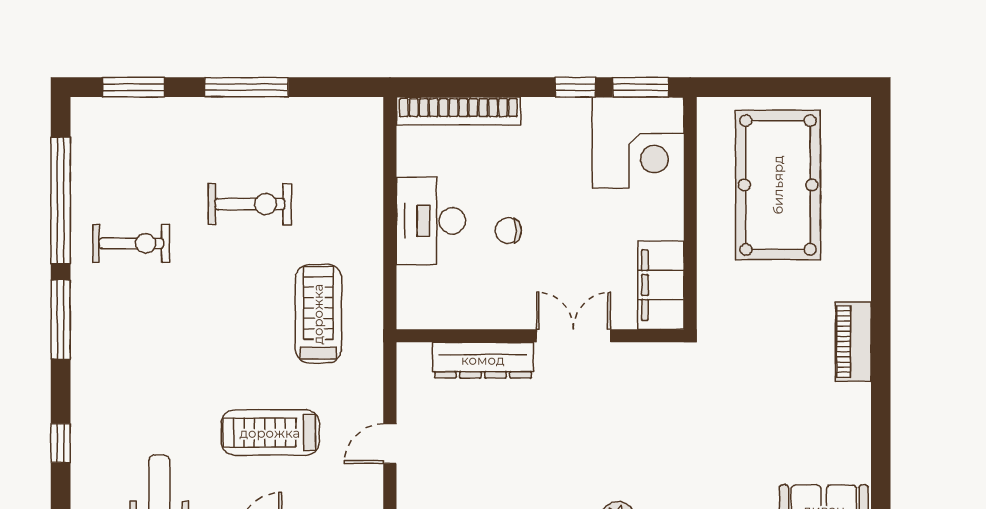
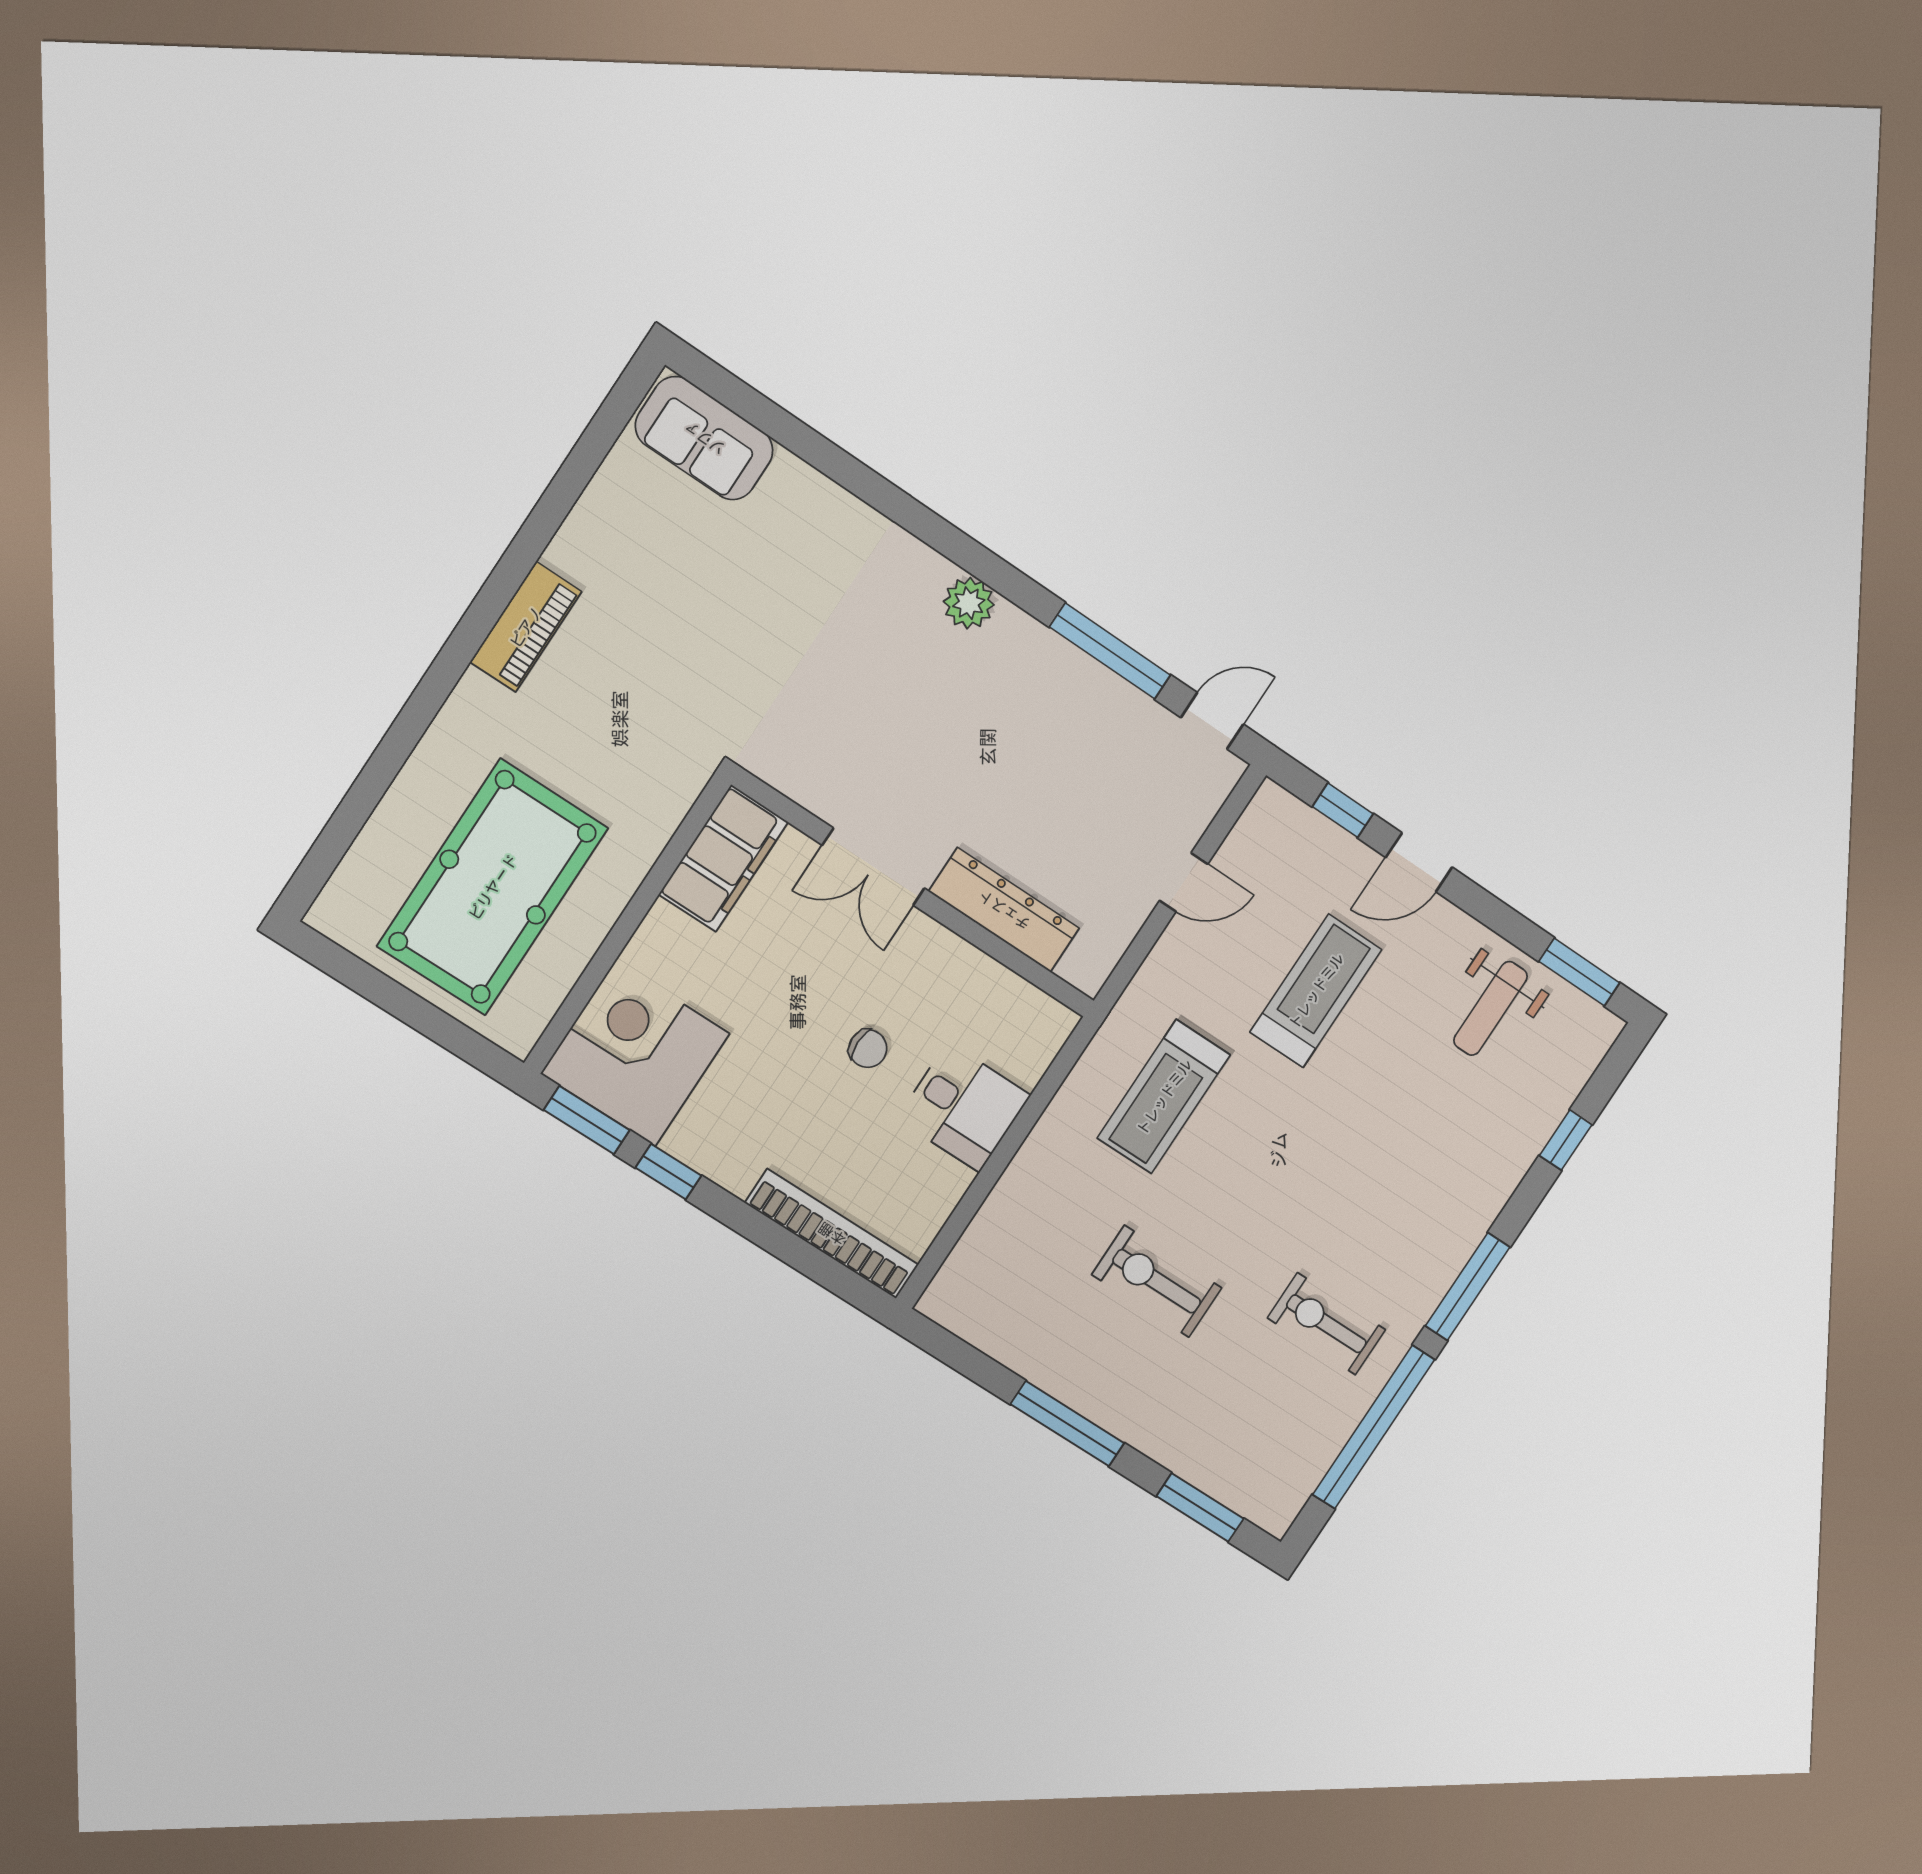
desk: (431, 221) -> (964, 1107), width x0.73
treadmill: (270, 433) -> (1316, 991), turned -90

